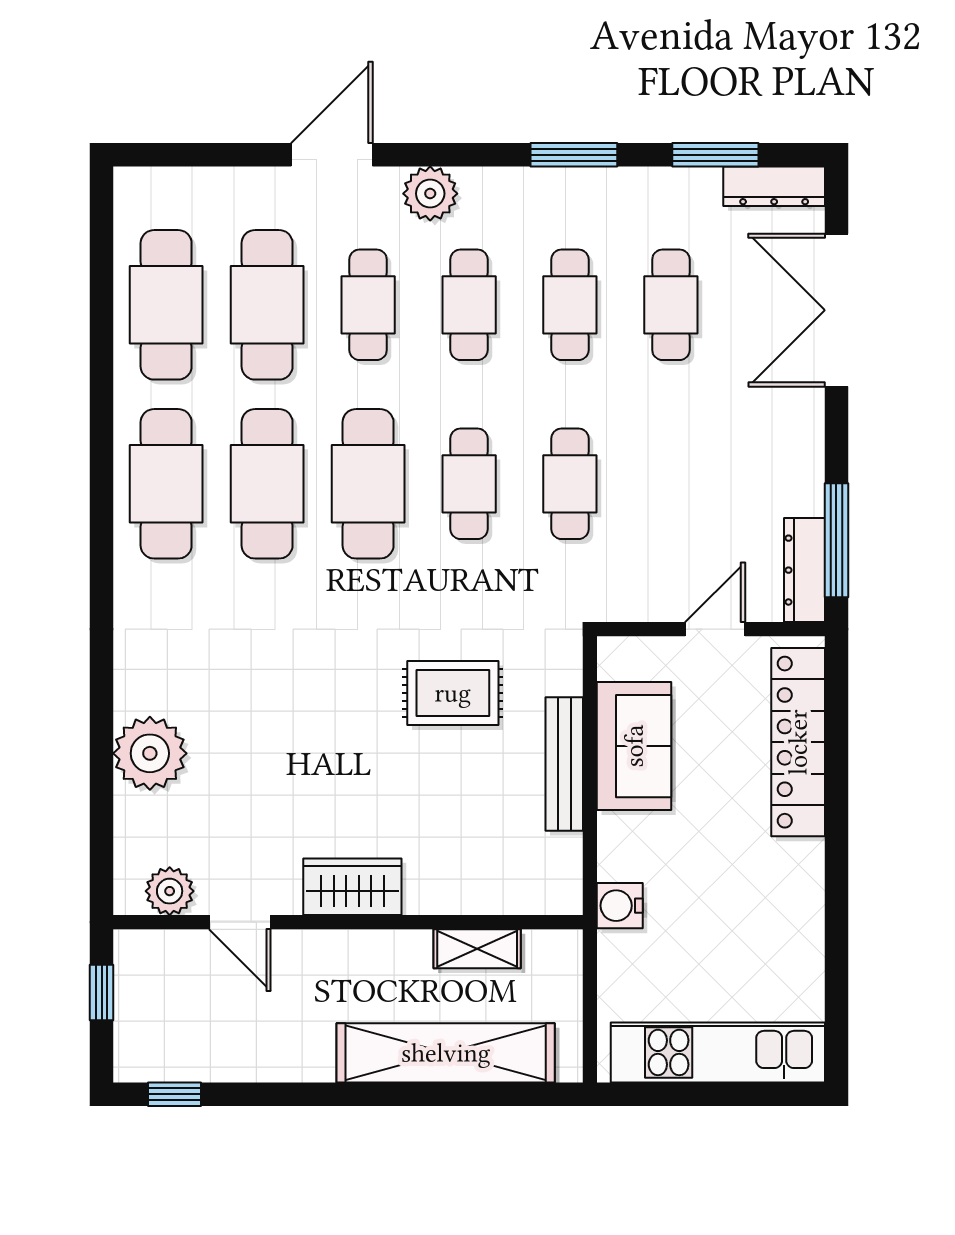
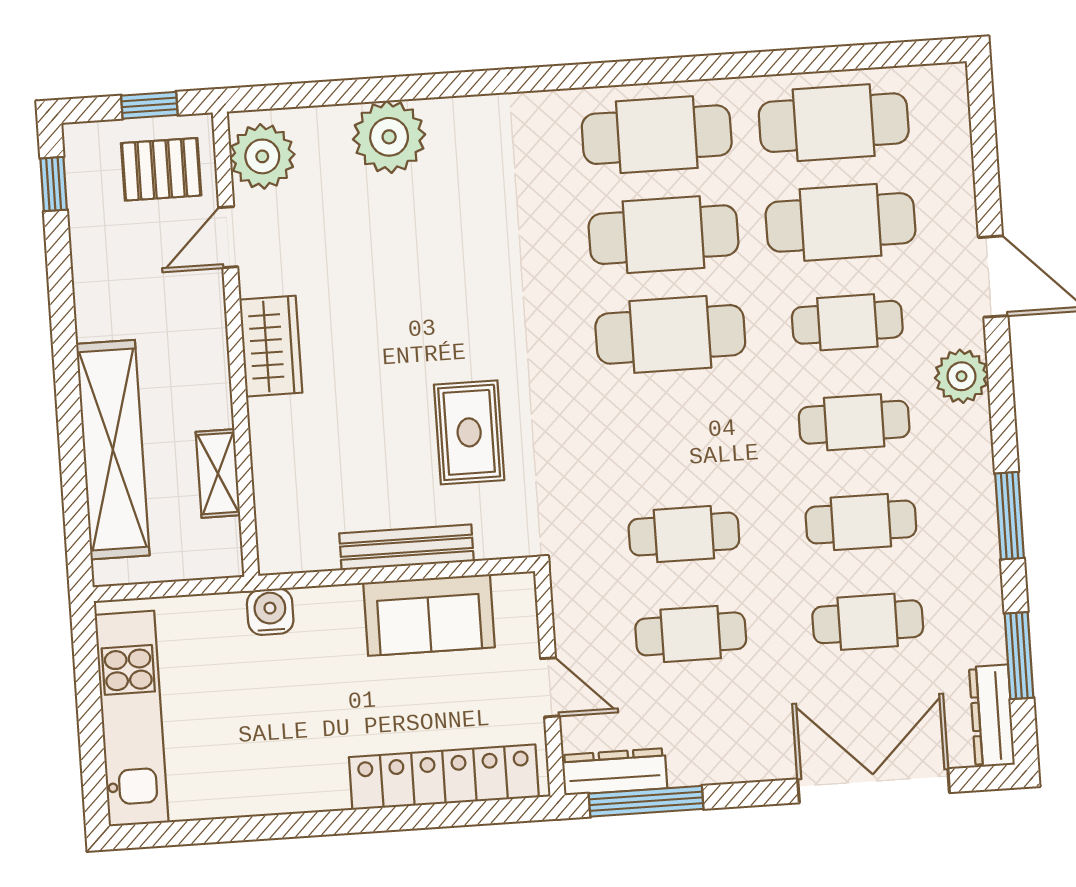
cafe table: (469, 484) -> (691, 634), moved
plant: (170, 891) -> (262, 156), width x1.36, depth x1.36
pallet: (167, 985) -> (161, 169), added

